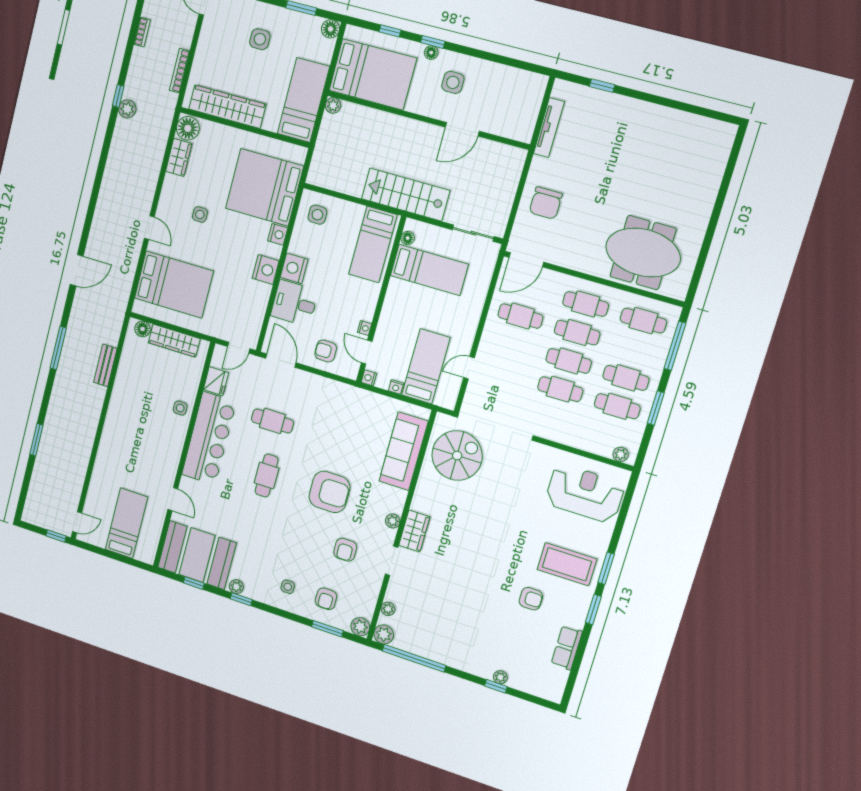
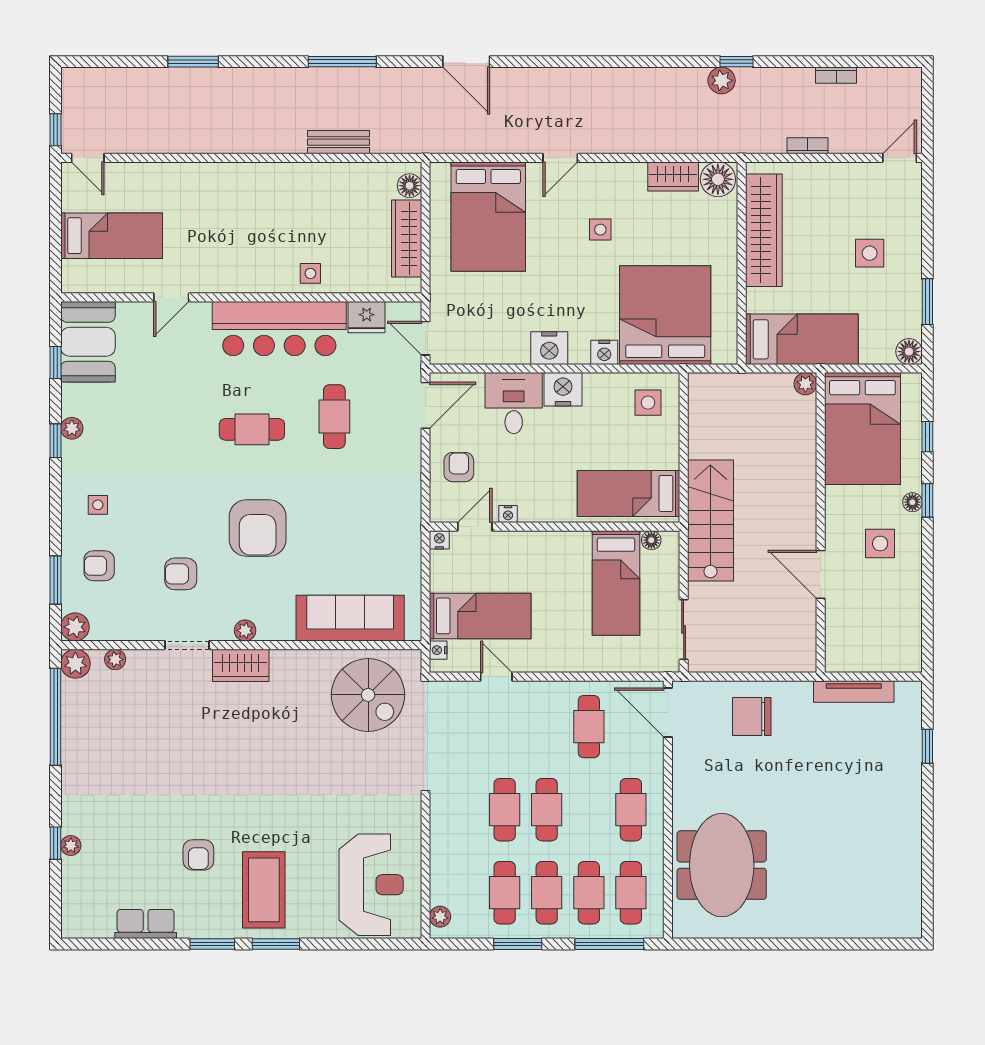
bookcase: (180, 71) -> (807, 146), width x0.64
cafe table: (577, 333) -> (589, 893), moved
nightstand: (396, 387) -> (438, 650), moved
booth: (197, 555) -> (88, 342), width x0.73, depth x0.70

